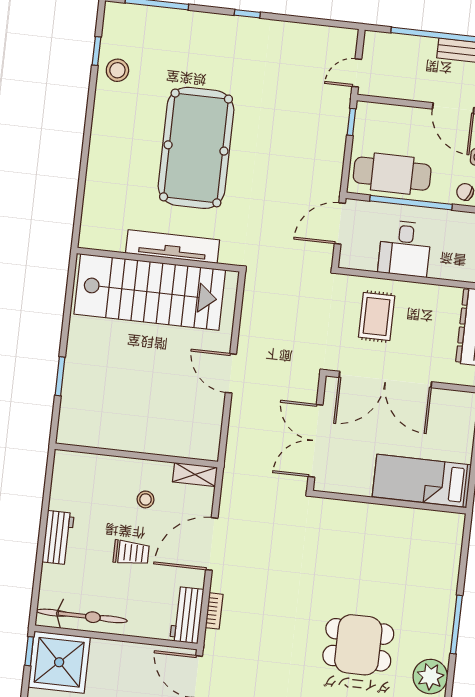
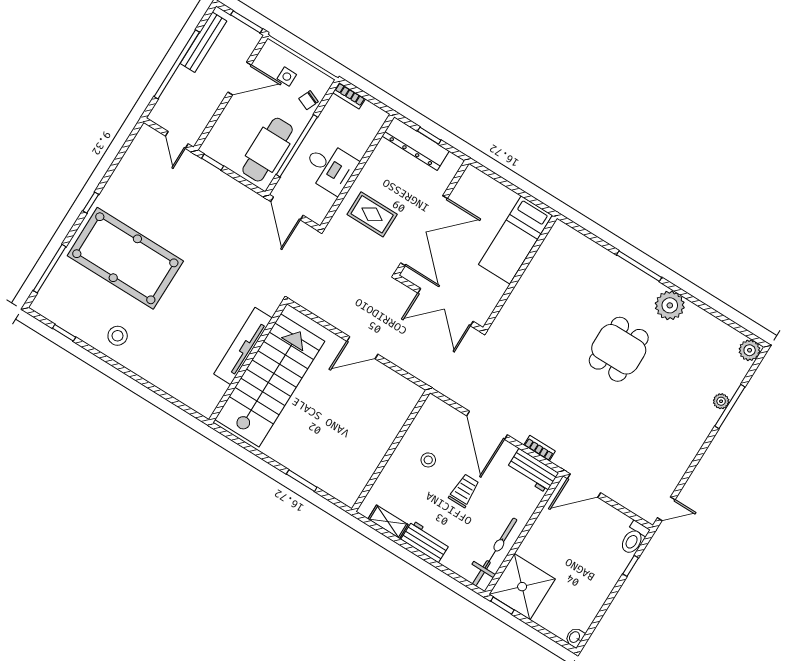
stool: (117, 70) -> (118, 336), moved
pool table: (196, 148) -> (125, 258), moved
shelving: (195, 474) -> (388, 522), moved, turned 90

